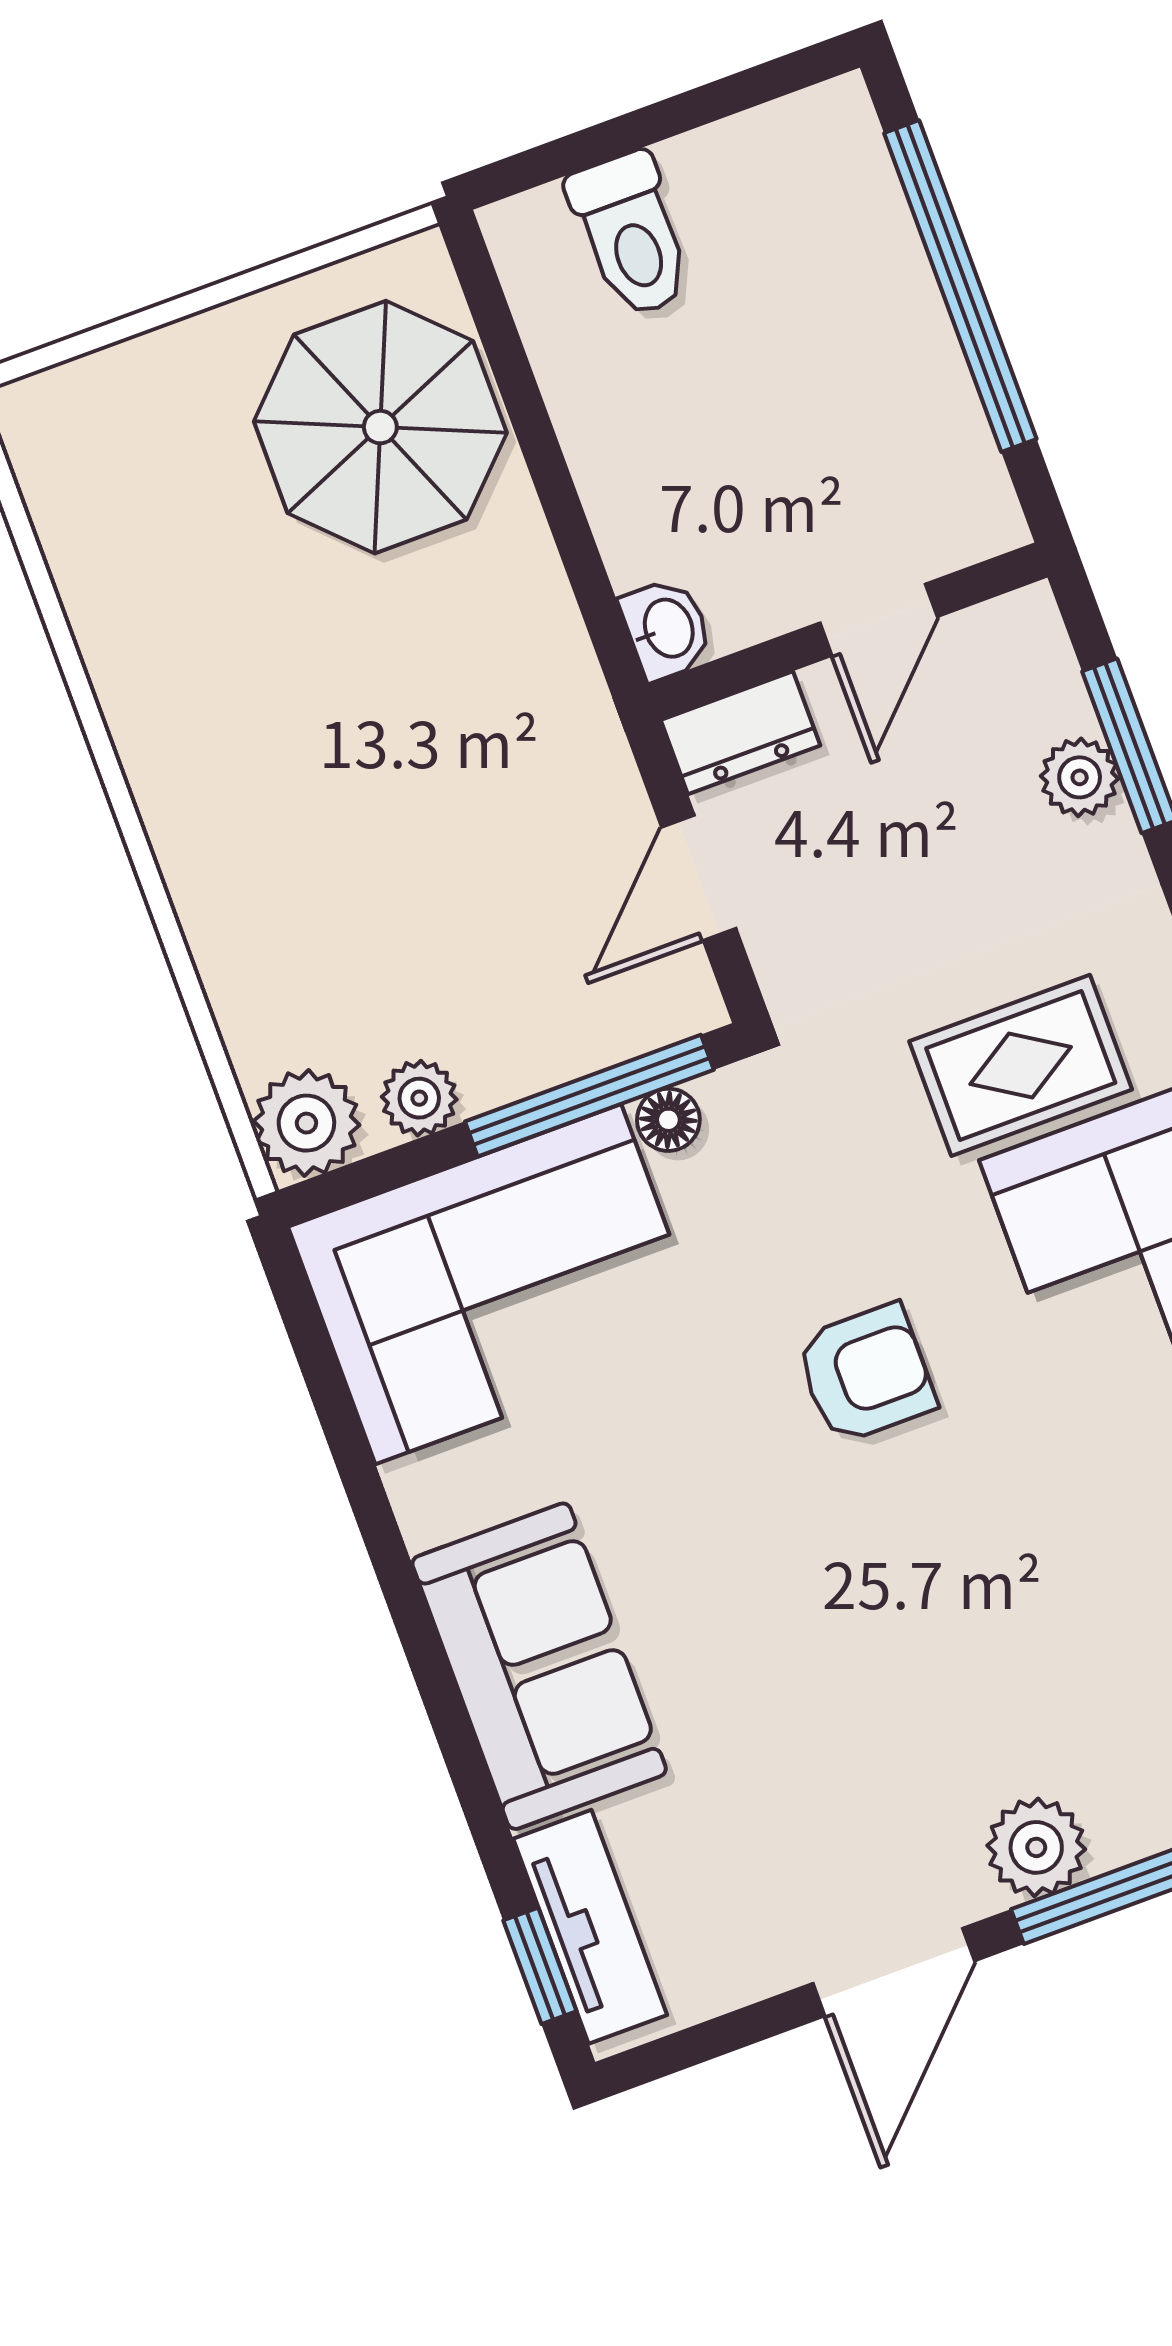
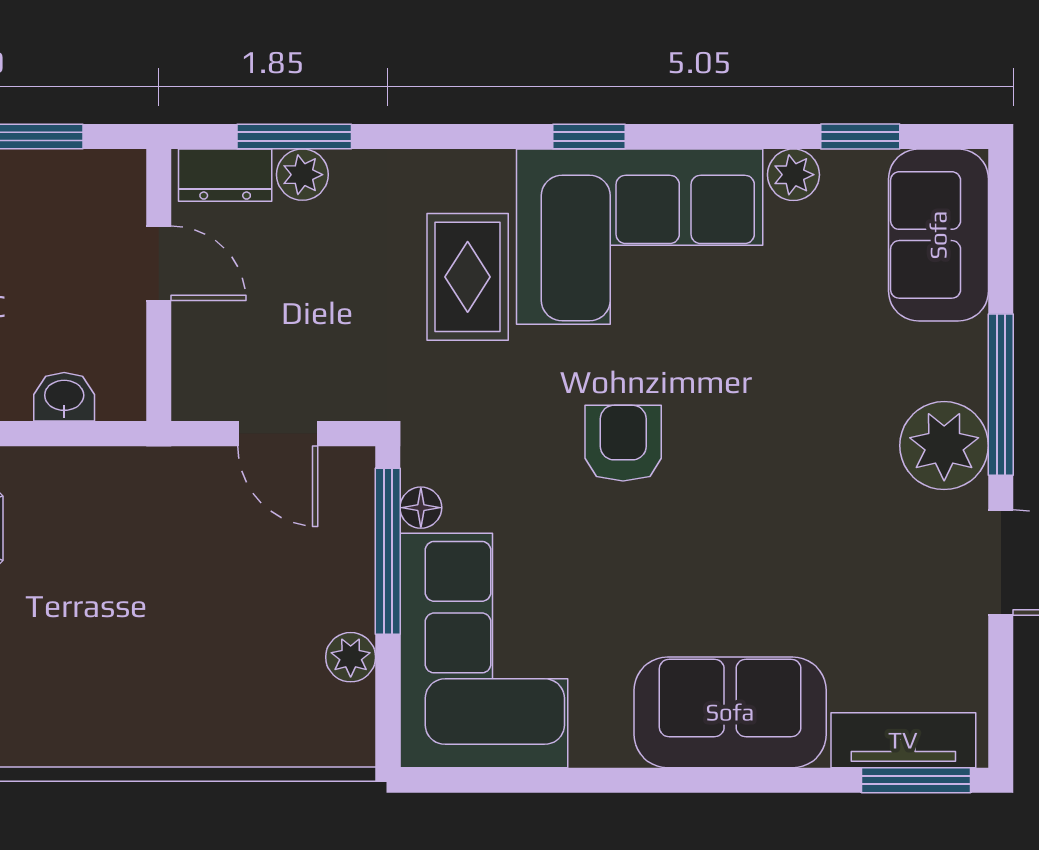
washbasin: (667, 629) -> (64, 397), moved
dresser: (740, 733) -> (225, 175), moved, turned 90
plant: (306, 1123) -> (340, 733), removed
plant: (1036, 1847) -> (944, 446), width x1.36, depth x1.36
window: (540, 1966) -> (916, 780), width x1.50

